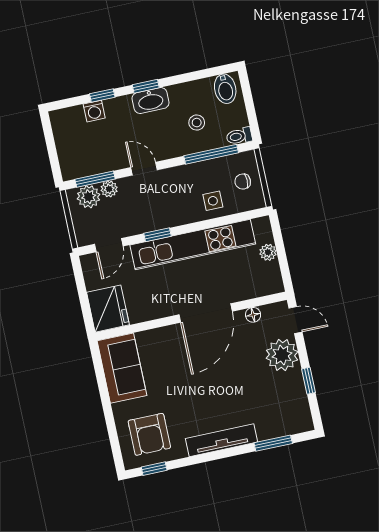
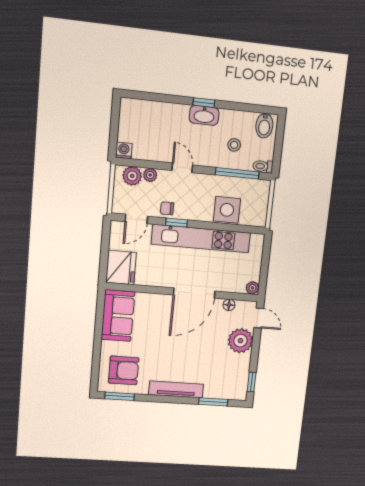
window: (102, 95) -> (168, 98), removed
washing machine: (94, 111) -> (124, 150), moved, turned 180
window: (95, 179) -> (141, 164), removed
chair: (243, 182) -> (167, 208), moved
side table: (213, 201) -> (227, 210), width x1.87, depth x1.87
plant: (268, 252) -> (252, 288), moved
window: (309, 381) -> (252, 382), moved
armchair: (149, 434) -> (124, 370), turned -90
window: (154, 469) -> (120, 396), width x1.50

